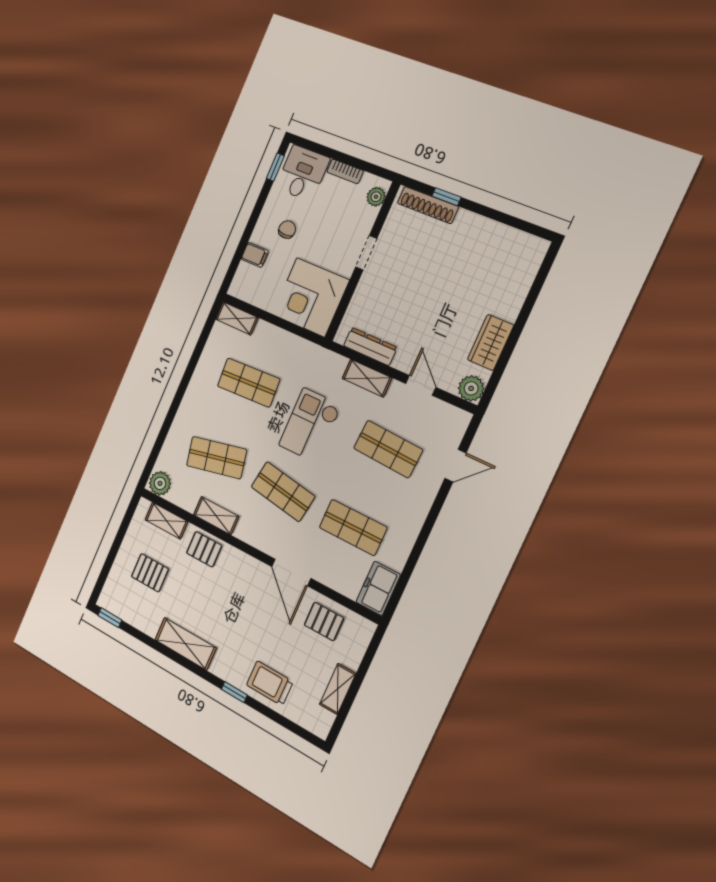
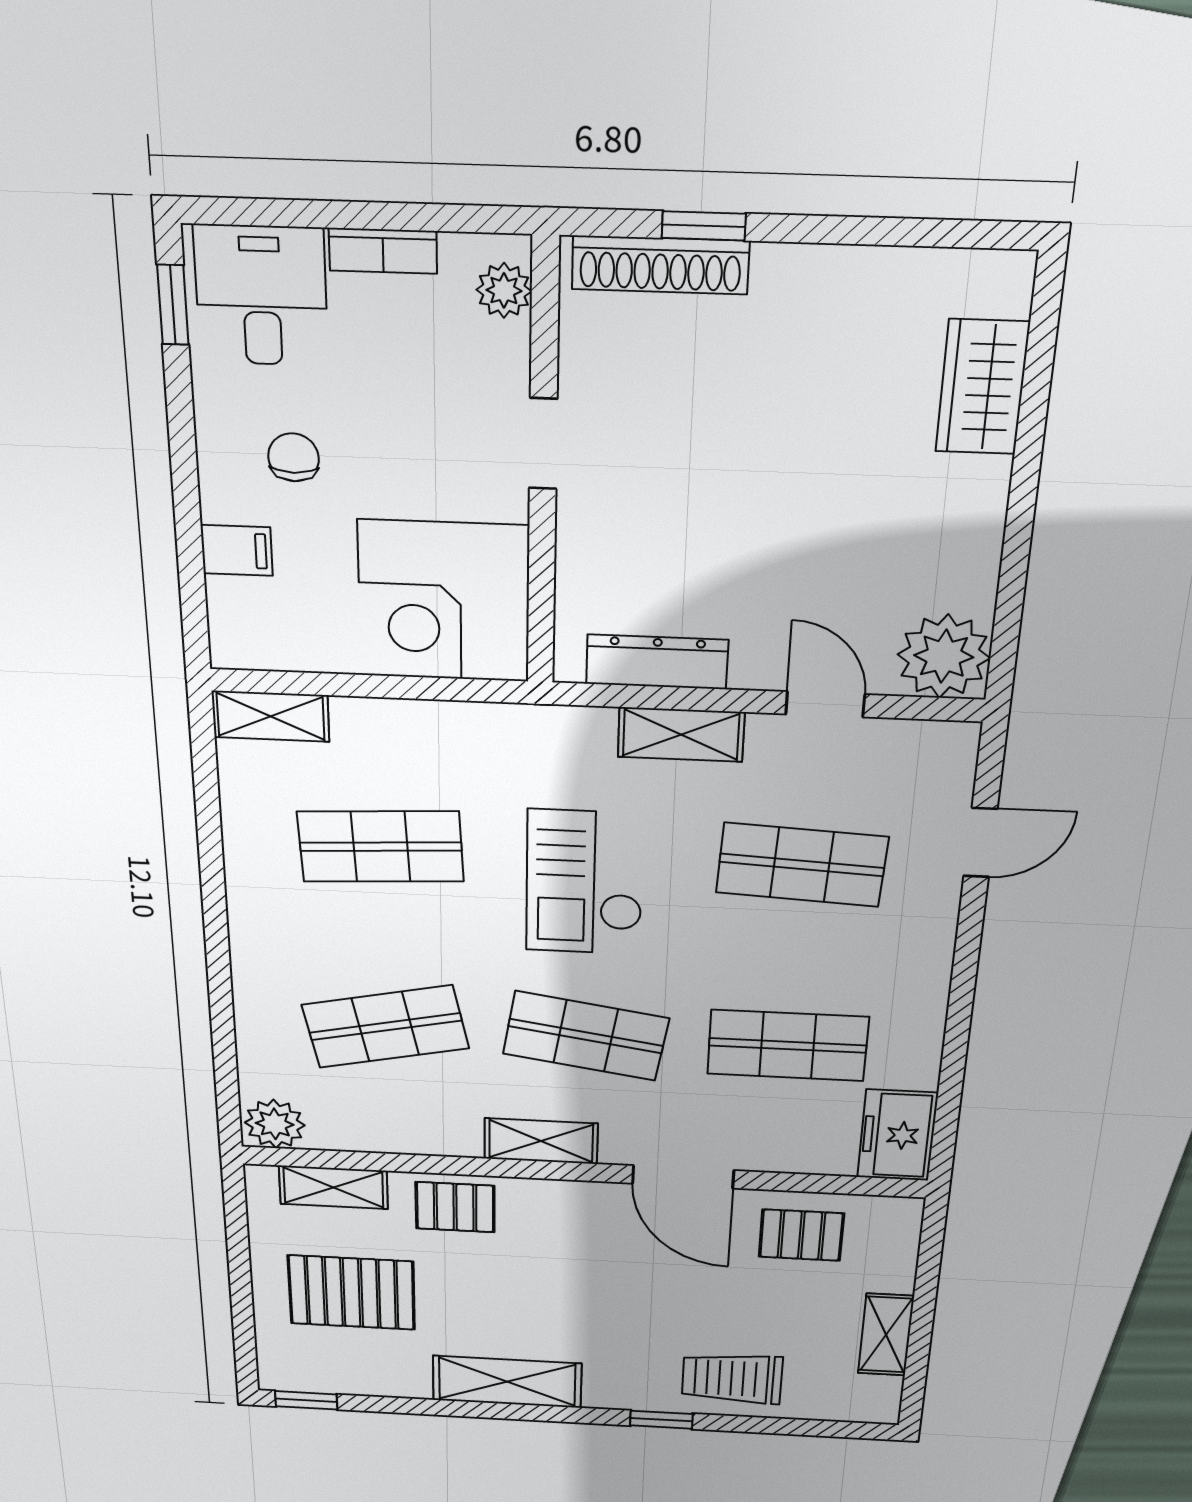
wardrobe: (490, 342) -> (982, 387), moved
plant: (471, 388) -> (944, 656), width x1.36, depth x1.36
shelving: (216, 516) -> (541, 1141), moved
pallet: (150, 573) -> (352, 1293), width x1.50, depth x1.42

